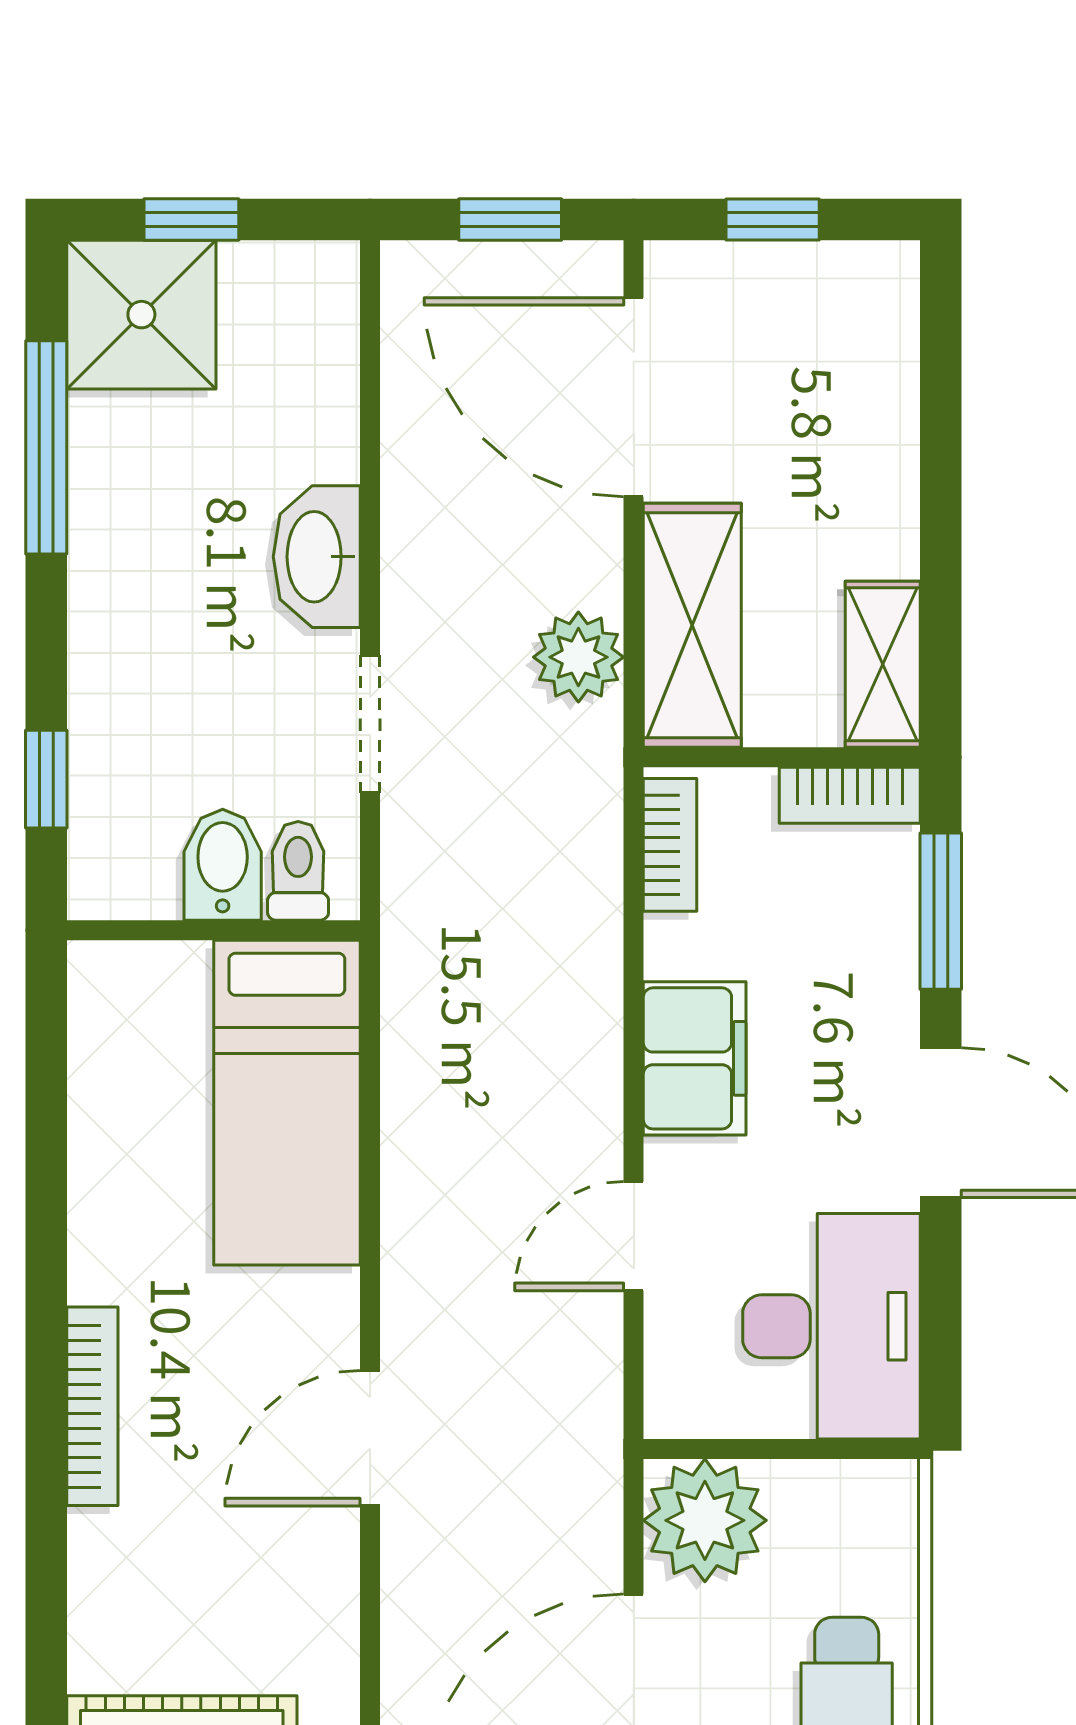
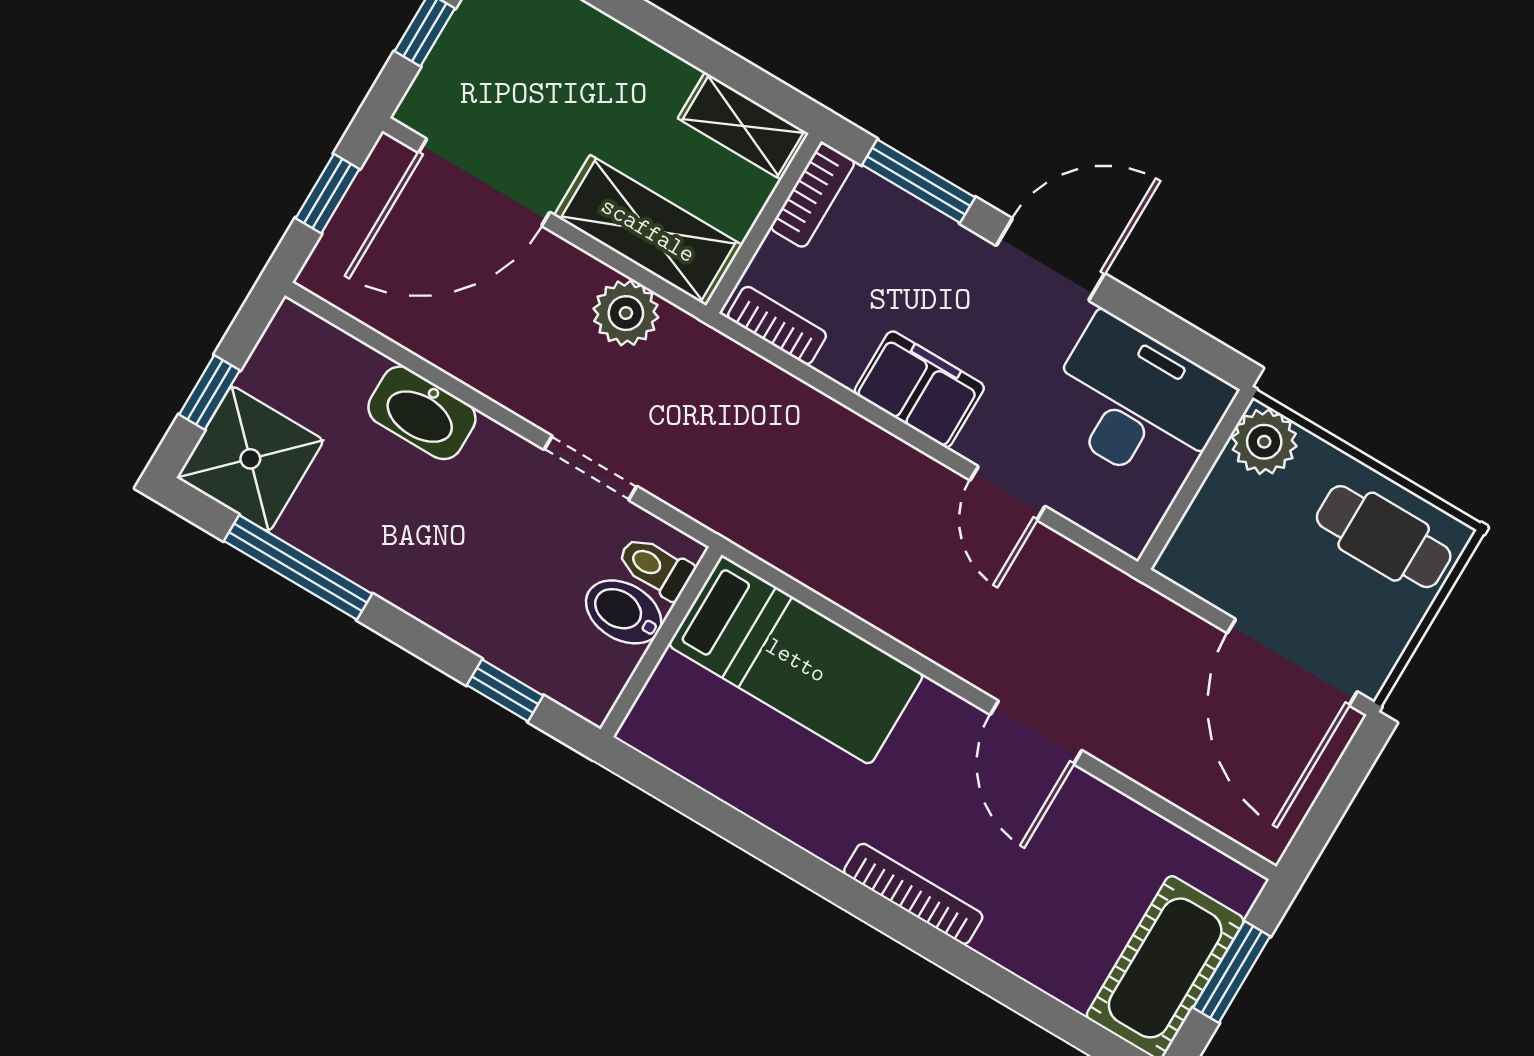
washbasin: (317, 557) -> (422, 413), moved
plant: (705, 1520) -> (1264, 442), moved, width x0.73, depth x0.73

